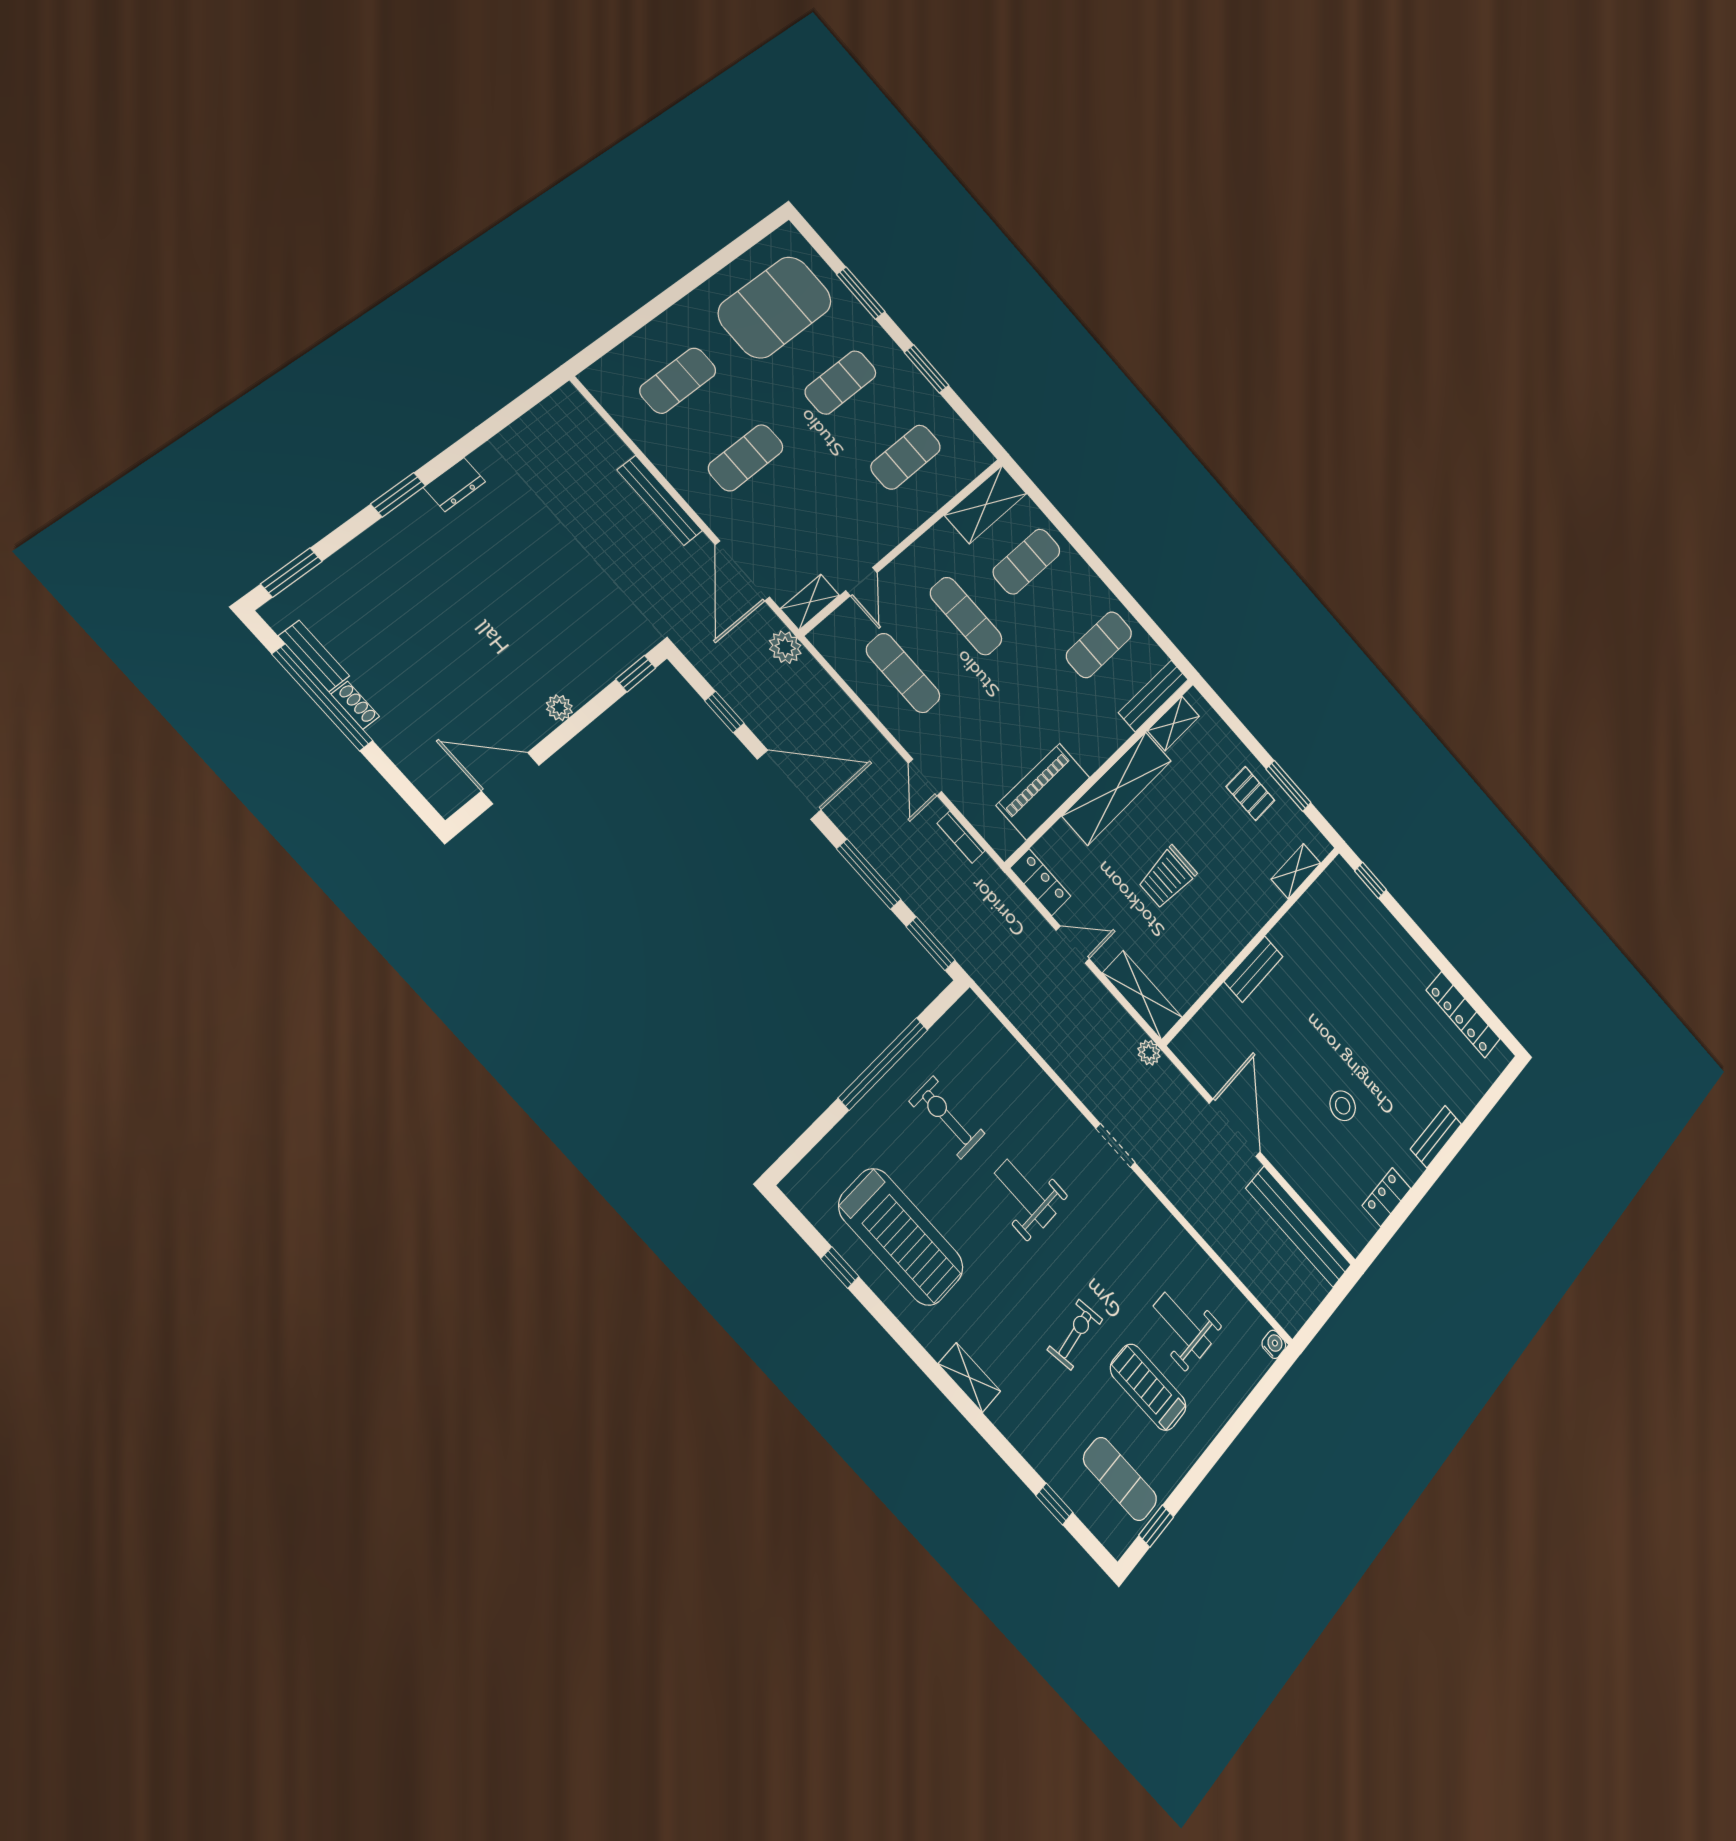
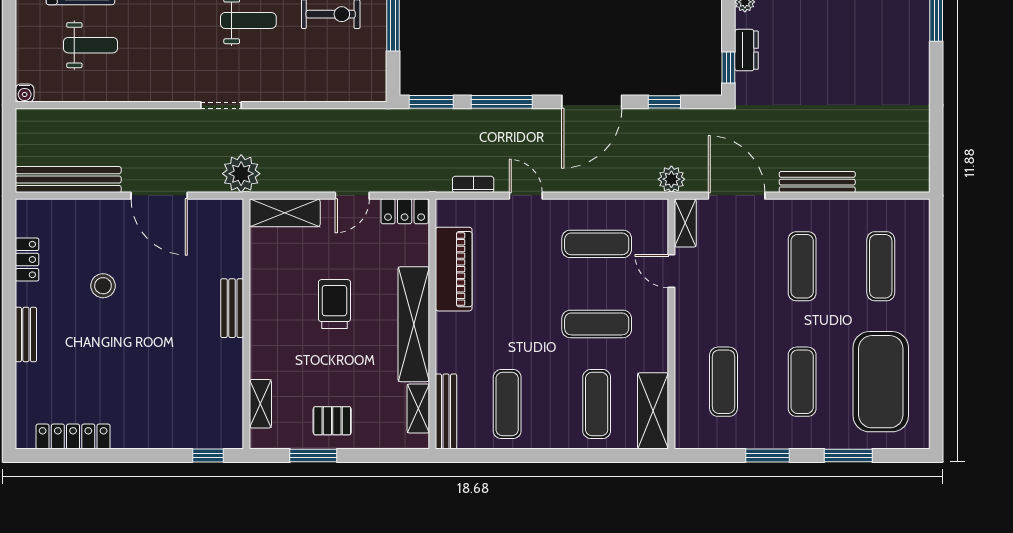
dresser: (454, 485) -> (746, 50), moved, turned 180
plant: (1149, 1053) -> (241, 174), width x1.88, depth x1.88

